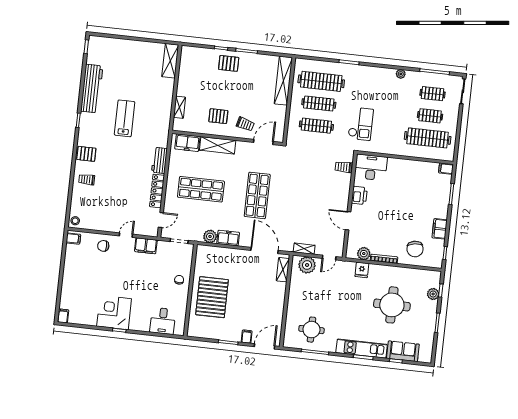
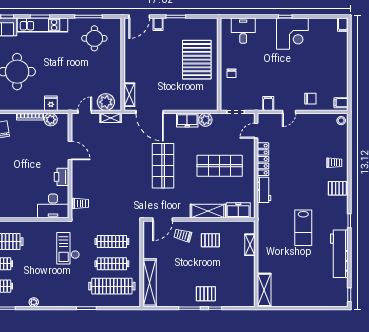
filing cabinet: (146, 246) -> (268, 103), width x0.50

